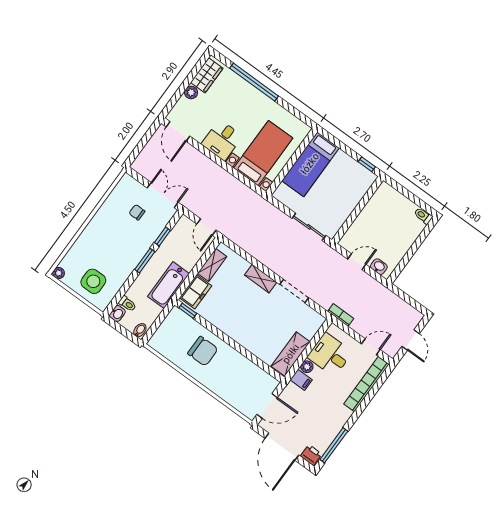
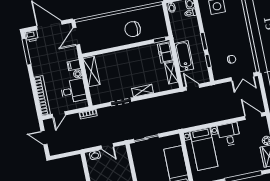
double door: (163, 195) -> (243, 77), moved
door: (357, 262) -> (107, 146), hinge flipped
bathtub: (169, 285) -> (184, 56), moved

